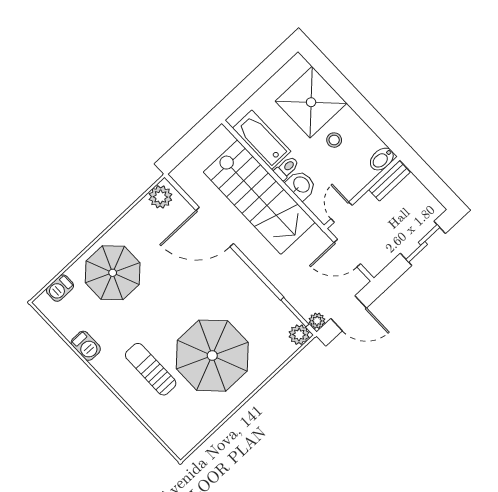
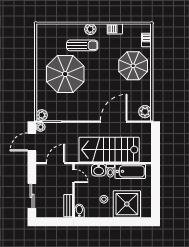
plant: (118, 379) -> (90, 29), added

